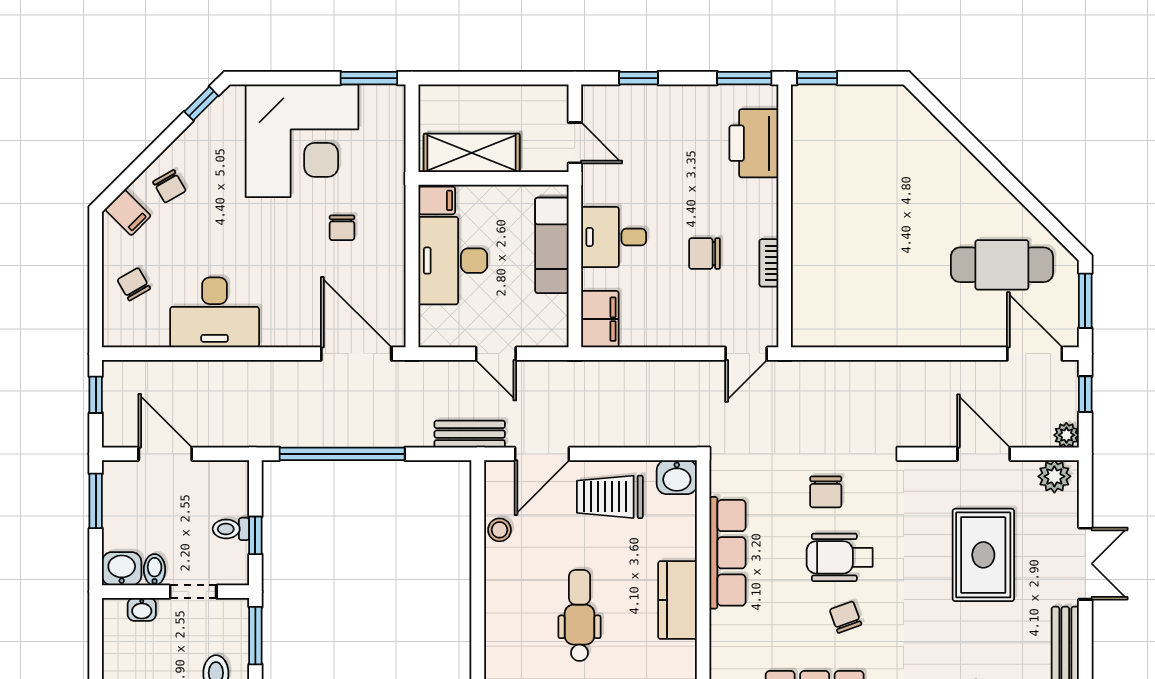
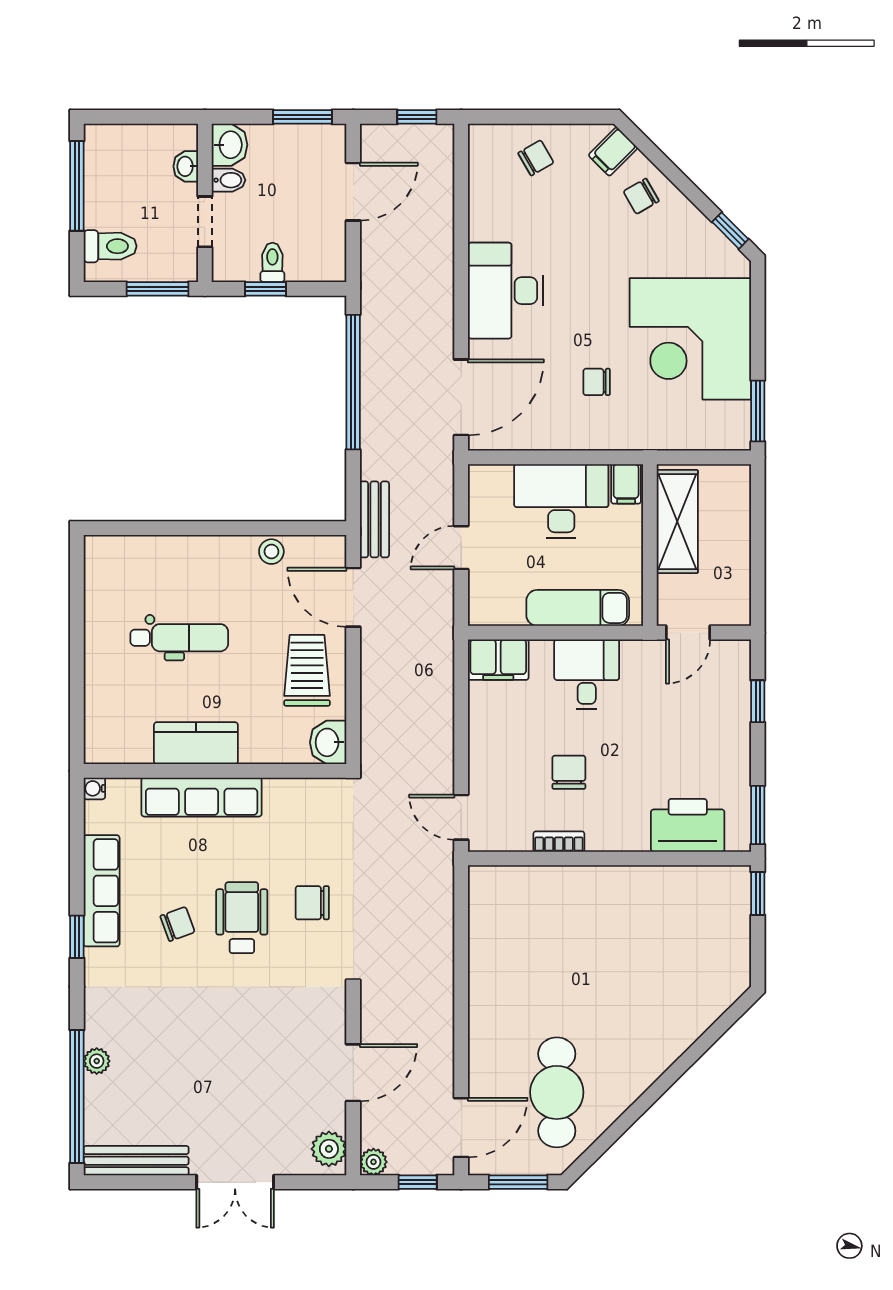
desk: (215, 312) -> (505, 291), moved
row of seats: (728, 553) -> (202, 797), moved
rug: (983, 555) -> (244, 1072), removed

